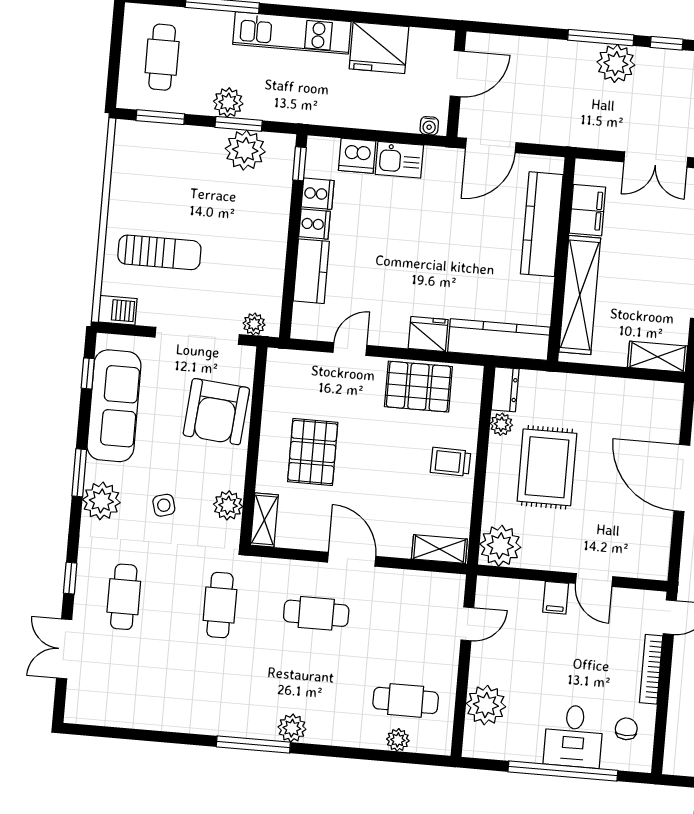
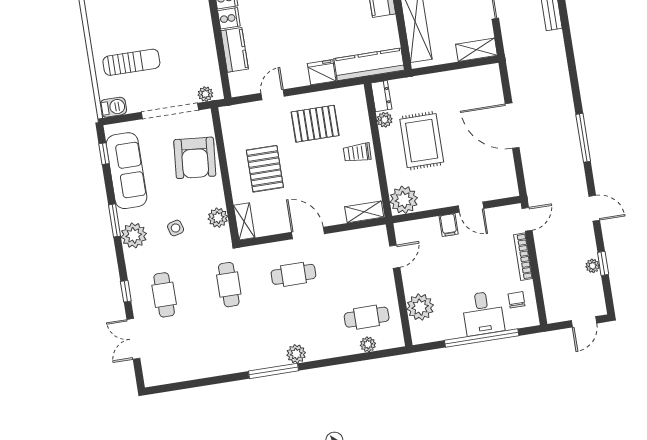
pallet: (418, 387) -> (315, 124), moved

